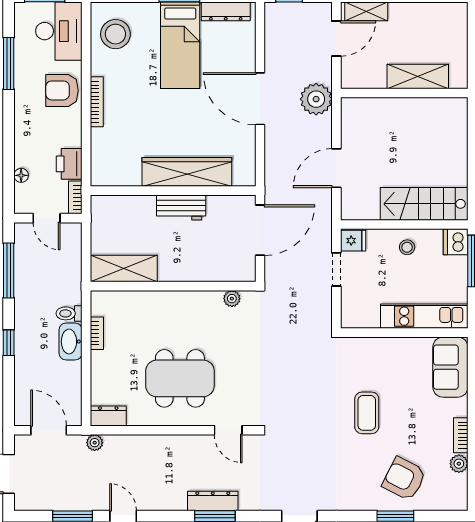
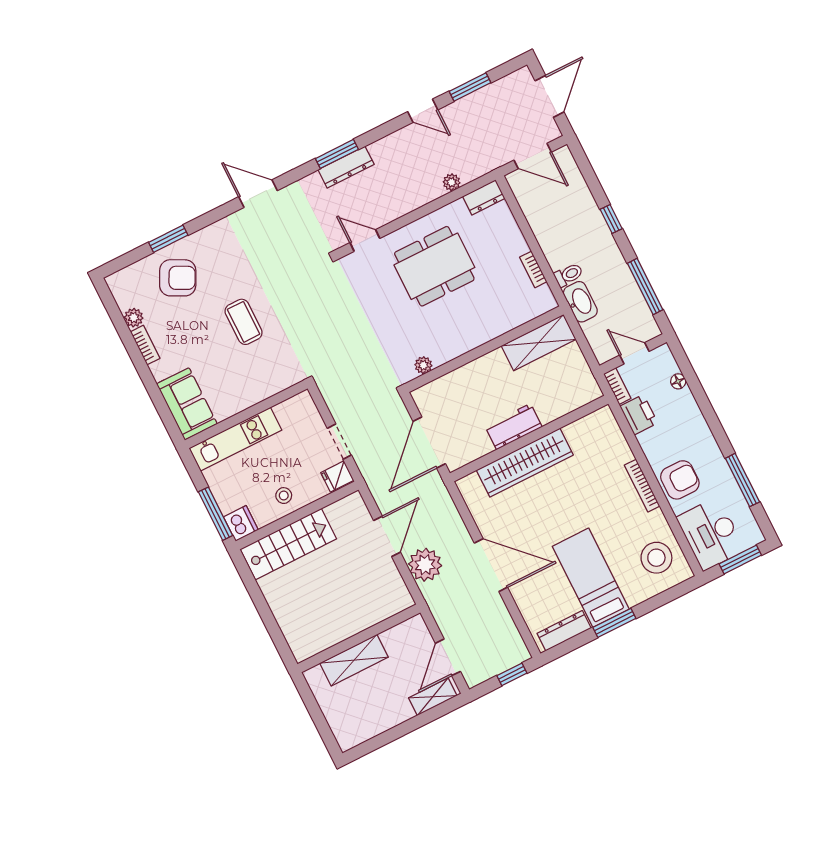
plant: (316, 99) -> (425, 565), moved
washbasin: (71, 342) -> (580, 302), moved
plant: (95, 443) -> (452, 182), moved

